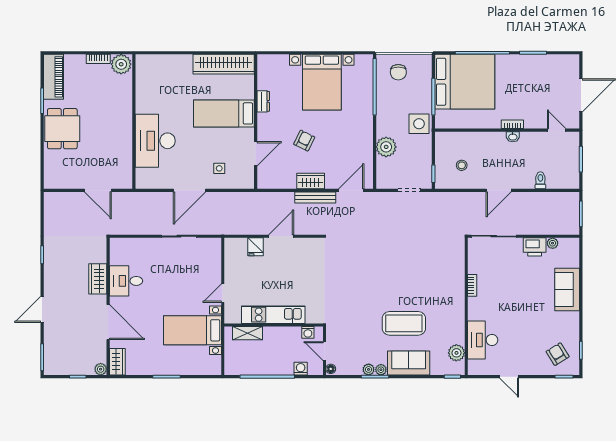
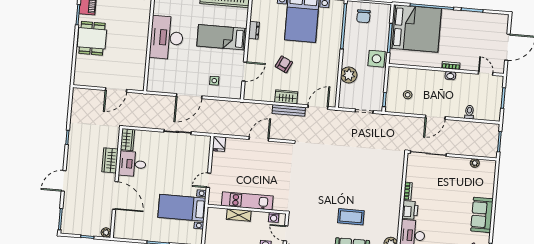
desk: (155, 141) -> (167, 38), moved
door: (98, 190) -> (116, 90), hinge flipped
fridge: (255, 247) -> (219, 144), moved
printer: (535, 247) -> (410, 210), moved, turned -90
sofa: (567, 289) -> (482, 215), moved
coffee table: (404, 323) -> (351, 217), width x0.73, depth x0.76
shelving: (248, 333) -> (239, 215), moved
wardrobe: (117, 362) -> (127, 140), moved

